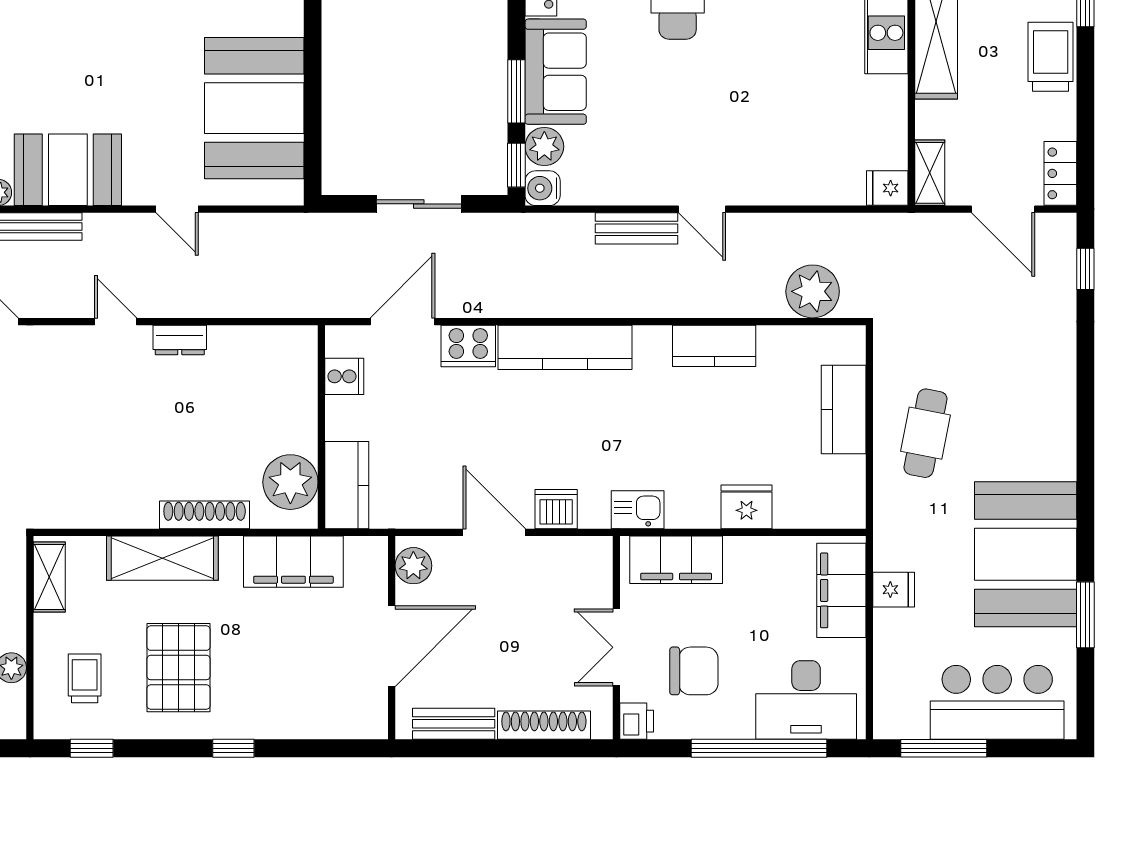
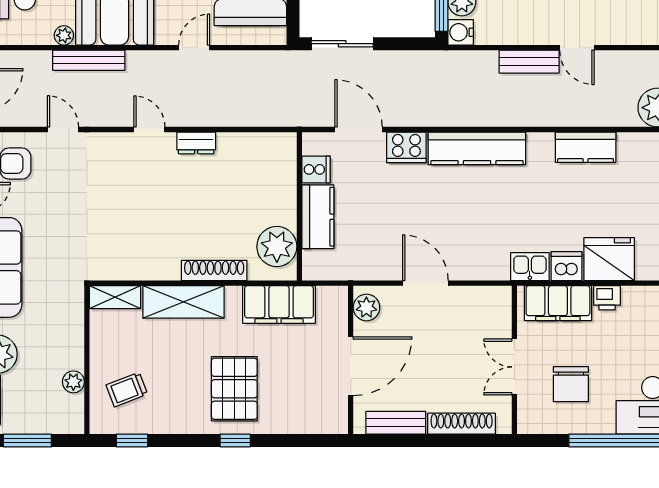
sliding door: (419, 204) -> (342, 44), moved
door: (177, 209) -> (194, 48), swing flipped
door: (403, 322) -> (359, 129), hinge flipped
kitchen counter: (347, 485) -> (318, 217), moved
fridge: (746, 507) -> (609, 259), width x1.36, depth x1.34
dishwasher: (556, 509) -> (567, 266), moved
shelving: (49, 577) -> (115, 297), moved, turned 90
pallet: (179, 668) -> (234, 389), moved
chair: (694, 671) -> (571, 384), turned 90
trolley: (85, 678) -> (127, 390), turned -111
printer: (637, 721) -> (607, 298), moved, turned 90

